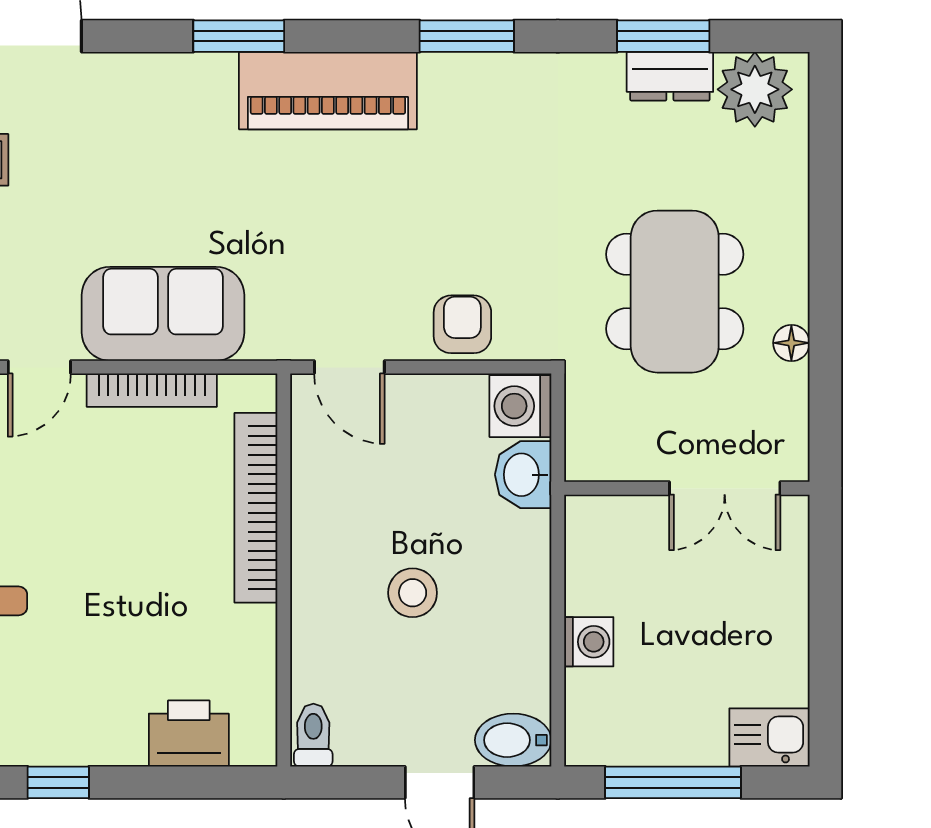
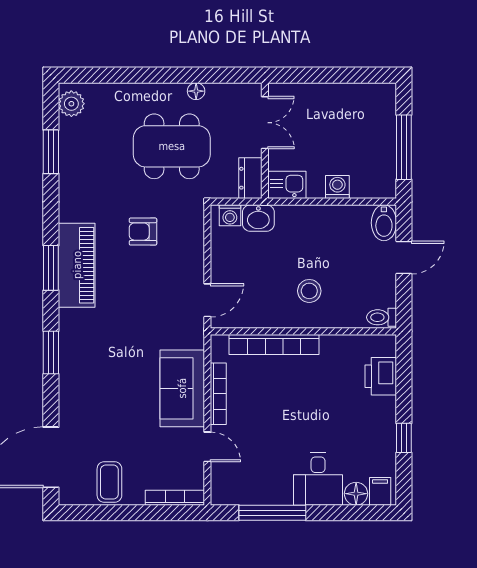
window: (467, 36) -> (51, 268), moved
dresser: (670, 76) -> (250, 178), moved, turned 180
plant: (755, 89) -> (71, 104), width x0.73, depth x0.73
piano: (328, 91) -> (77, 265), moved
armchair: (462, 324) -> (143, 232), moved
washing machine: (520, 406) -> (230, 215), width x0.73, depth x0.73
stool: (413, 593) -> (309, 291), moved
kitchen sink: (769, 737) -> (287, 185), moved, turned 90

